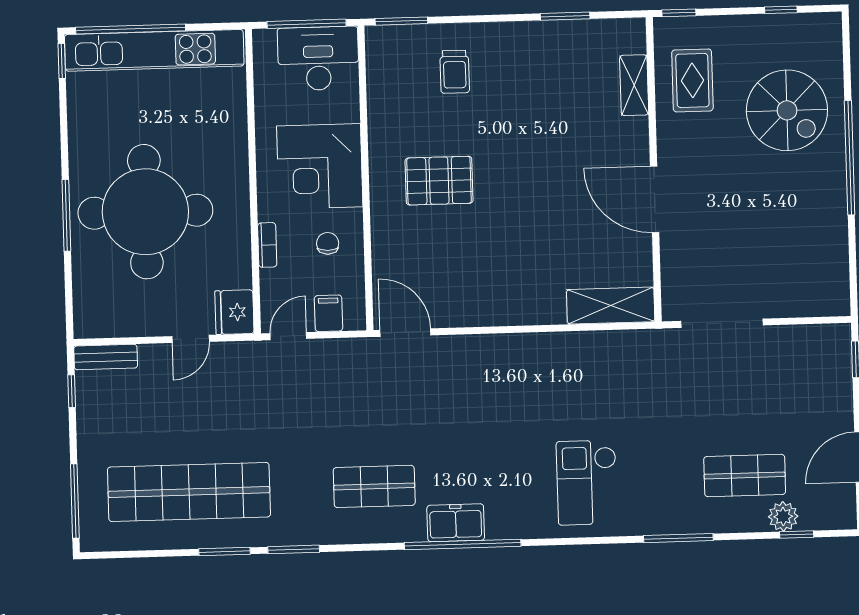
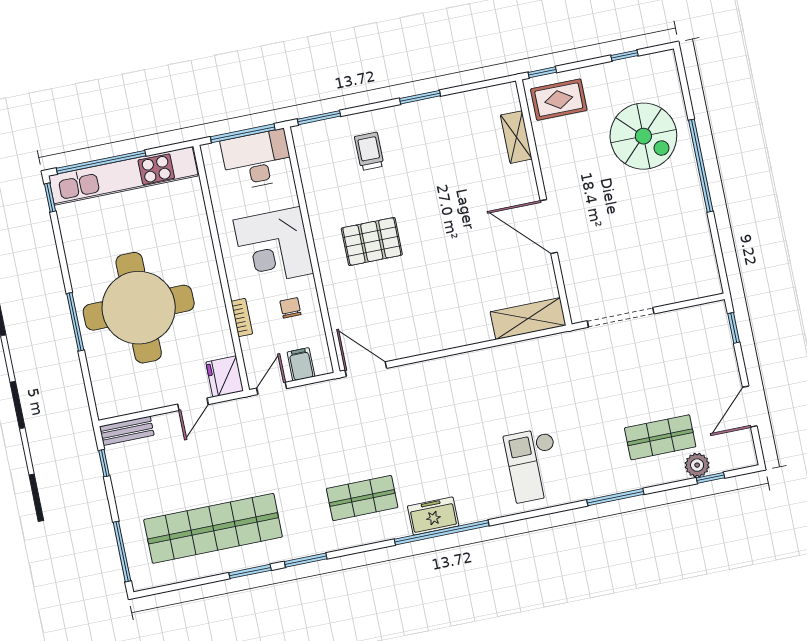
window: (565, 16) -> (420, 97), moved
trolley: (455, 72) -> (369, 151), turned 180
rug: (692, 80) -> (559, 100), moved, turned 90

